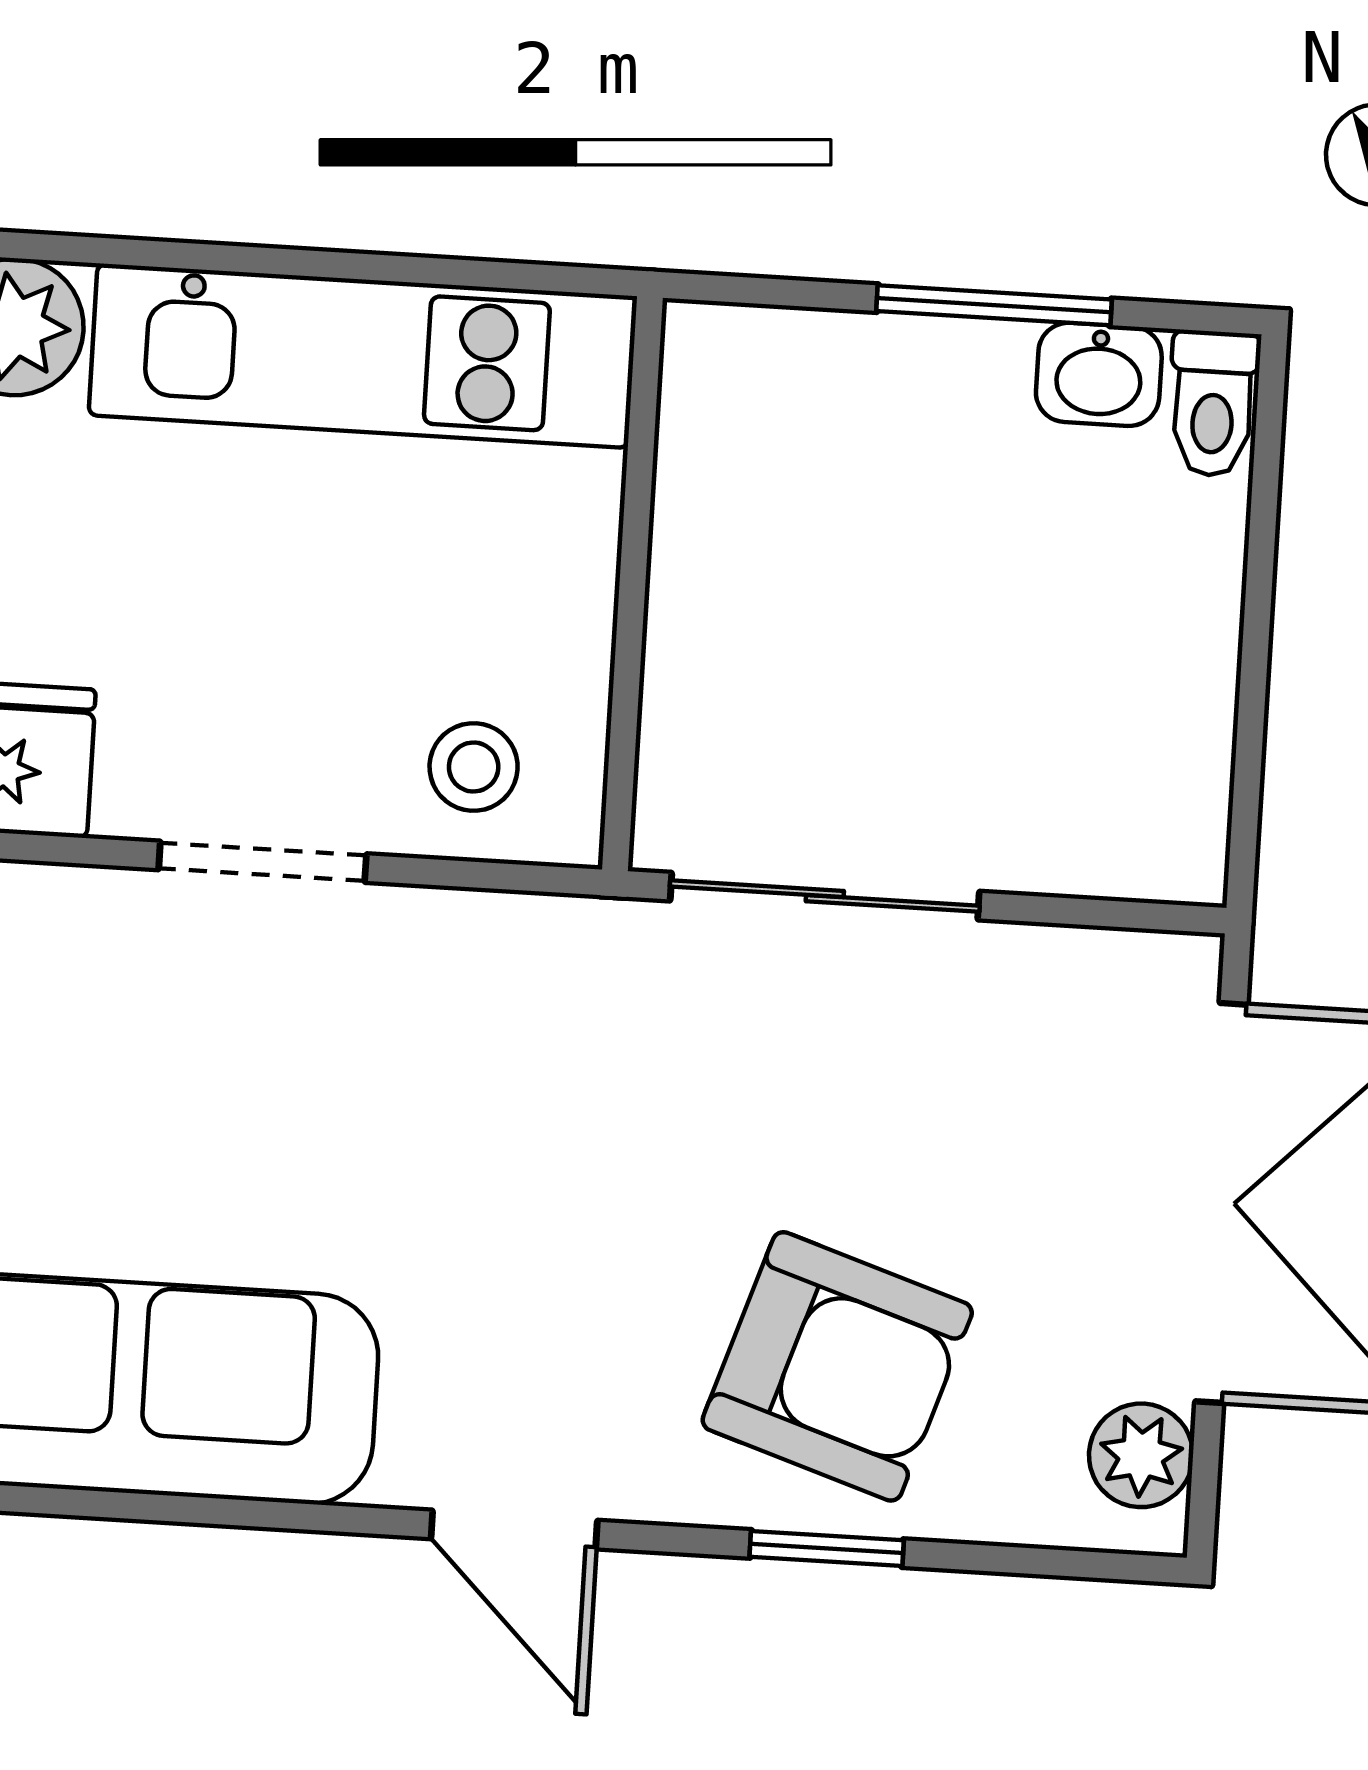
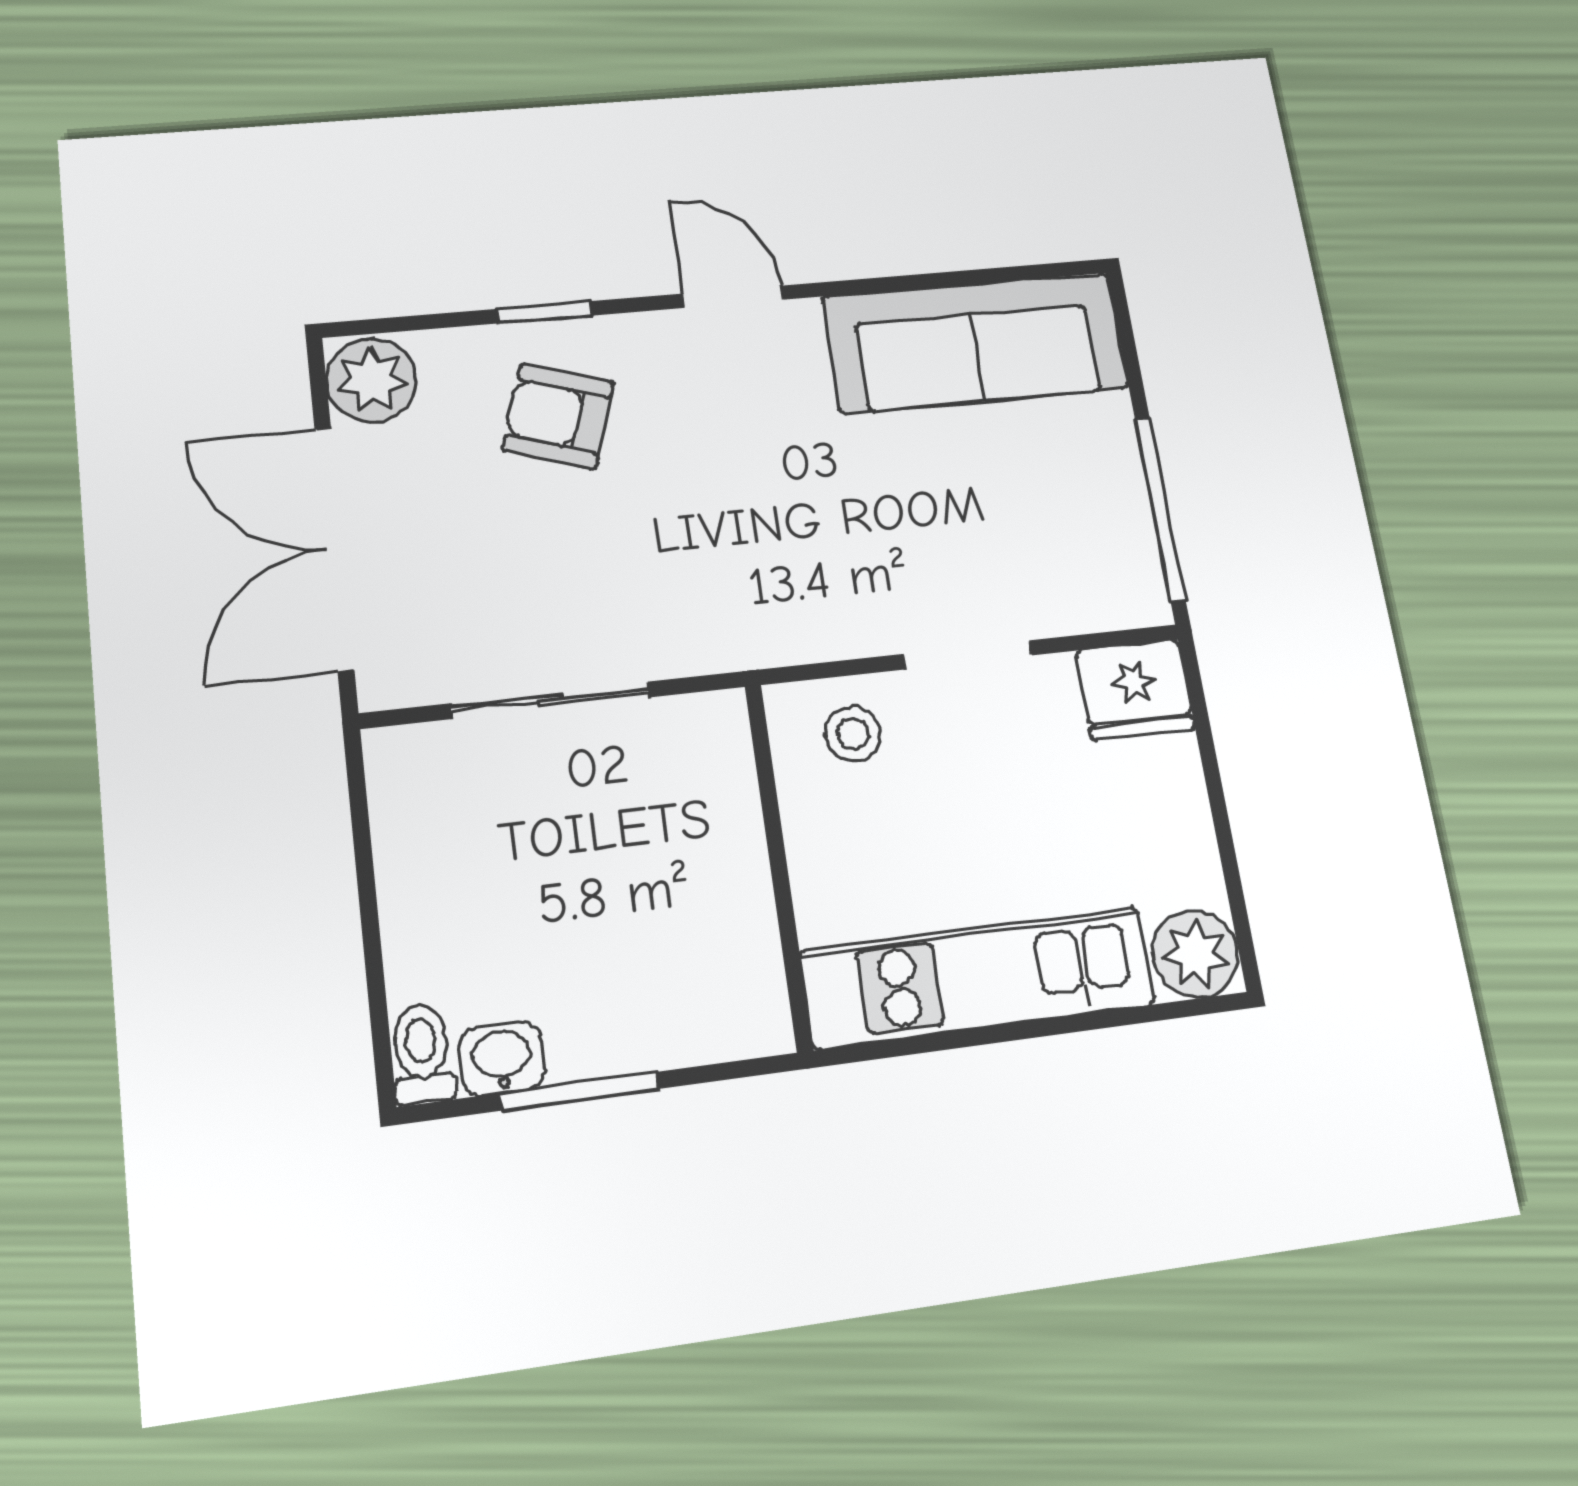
sliding door: (825, 896) -> (550, 700), moved
armchair: (837, 1366) -> (558, 416), width x0.72, depth x0.72
plant: (1141, 1455) -> (372, 380), width x1.38, depth x1.38

